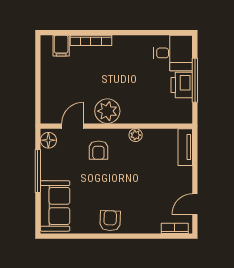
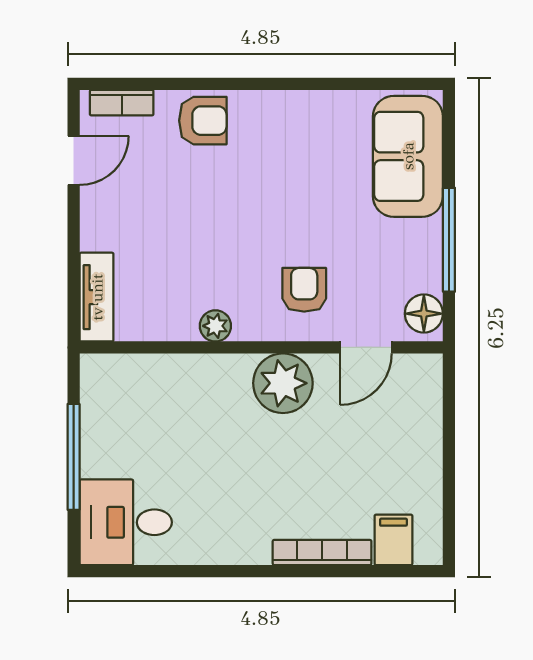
printer: (182, 85) -> (105, 446), removed
armchair: (110, 221) -> (203, 121), moved, turned -92

